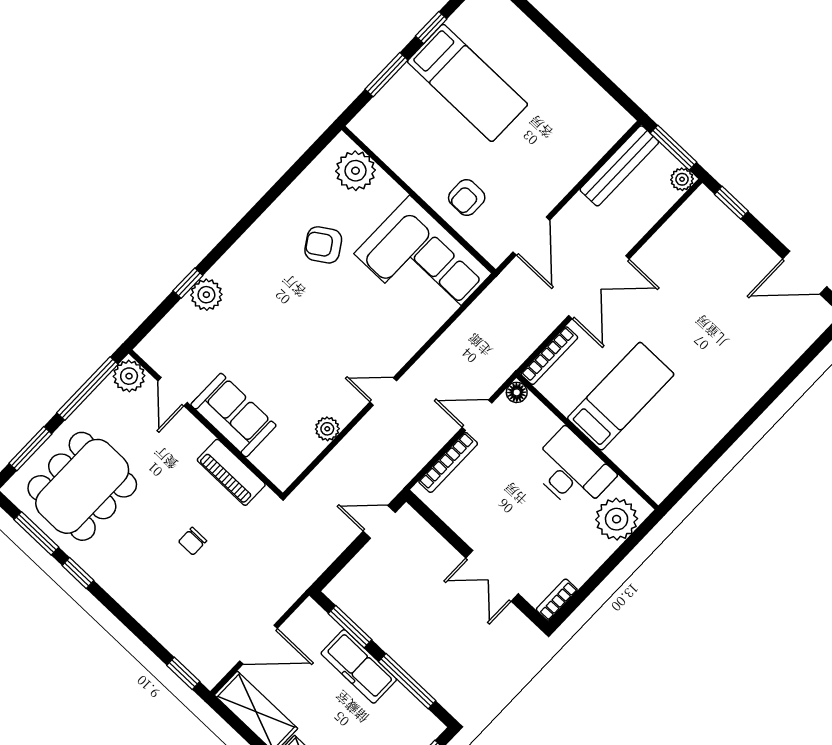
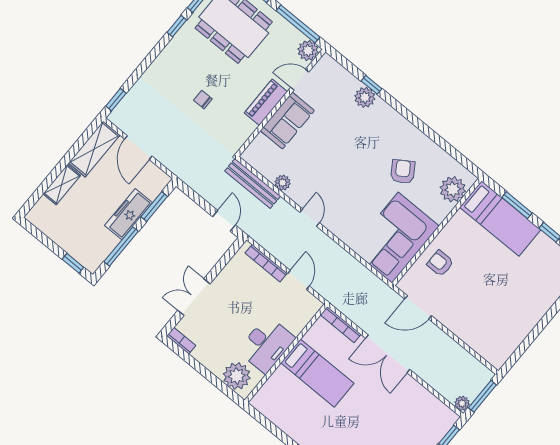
bed: (467, 83) -> (500, 219), moved, turned -90
bench: (619, 166) -> (253, 184), moved
floor lamp: (517, 392) -> (315, 305), removed
piano: (231, 472) -> (266, 102), moved

